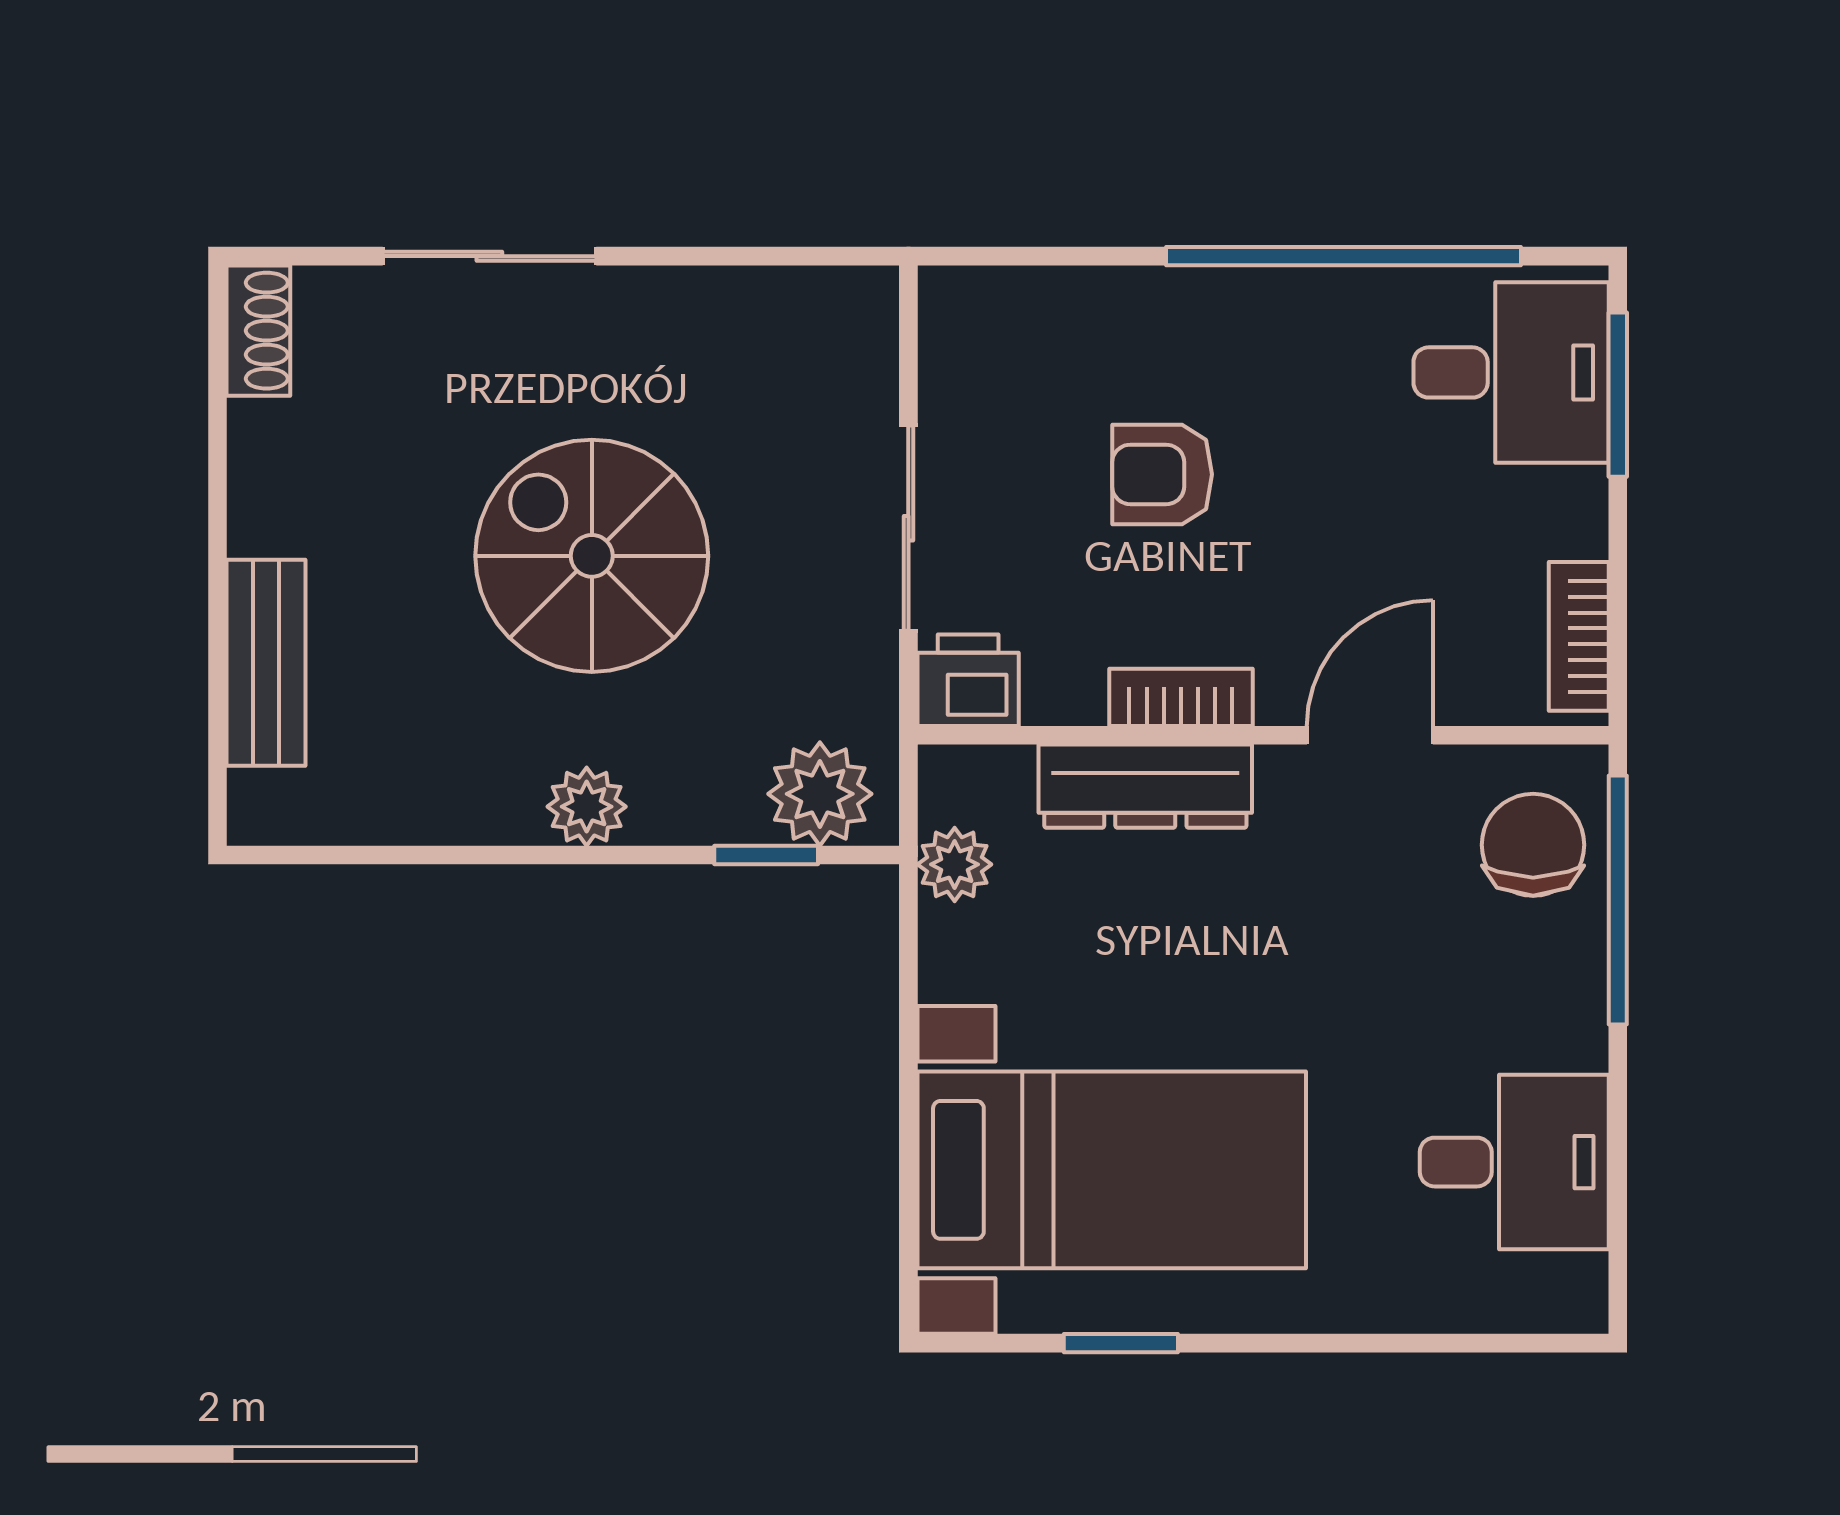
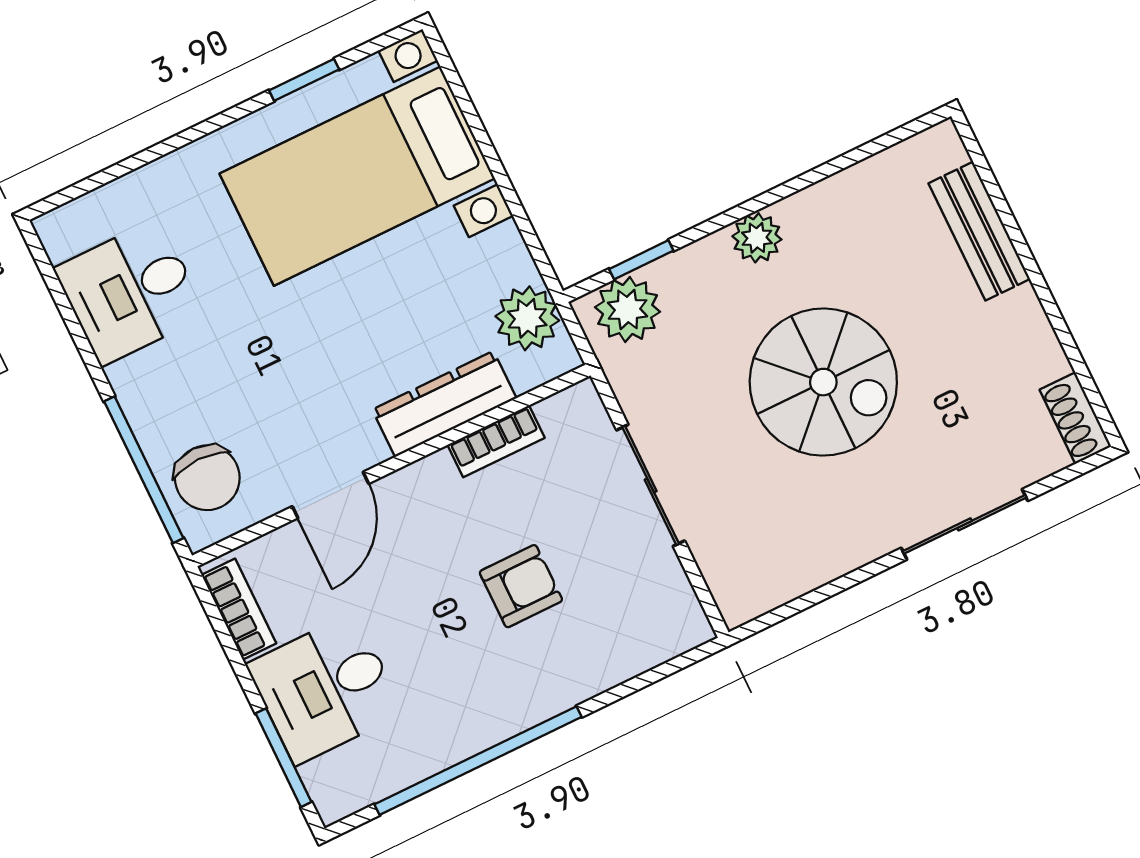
desk: (1511, 372) -> (325, 689), moved
printer: (968, 680) -> (575, 415), removed
bookcase: (1181, 697) -> (496, 441), moved
plant: (955, 864) -> (527, 318), width x1.38, depth x1.38

